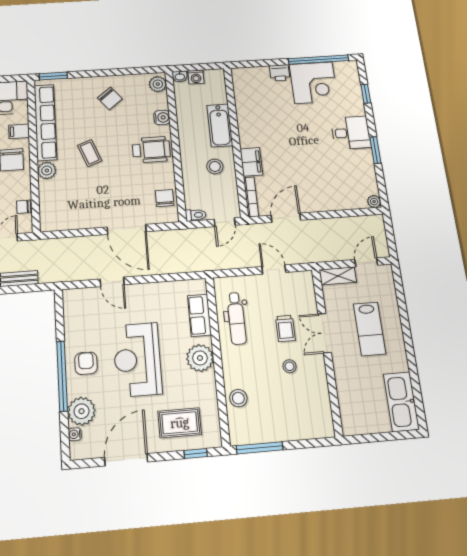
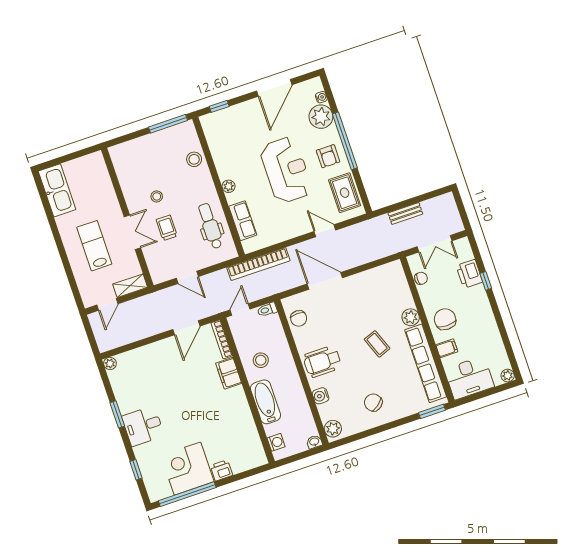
washing machine: (196, 77) -> (276, 442), moved, turned 90
bookcase: (194, 264) -> (258, 264), added
plant: (200, 358) -> (229, 186), width x0.53, depth x0.53
rug: (180, 423) -> (345, 193), moved, turned 90

